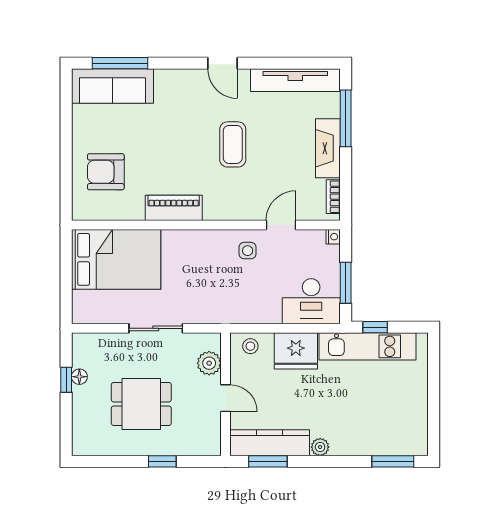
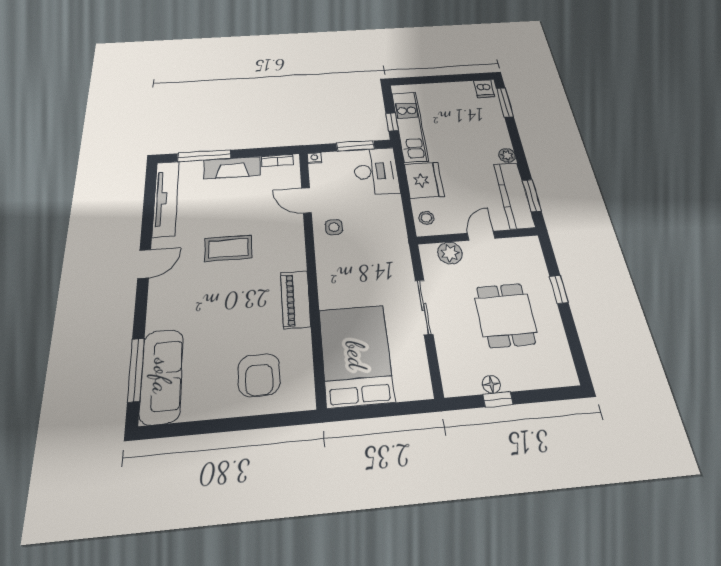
dishwasher: (415, 441) -> (484, 89), added

